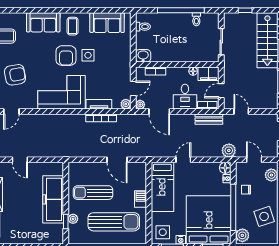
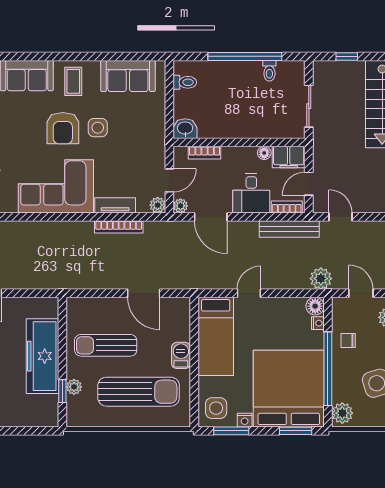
bench: (209, 119) -> (289, 229), width x1.36

